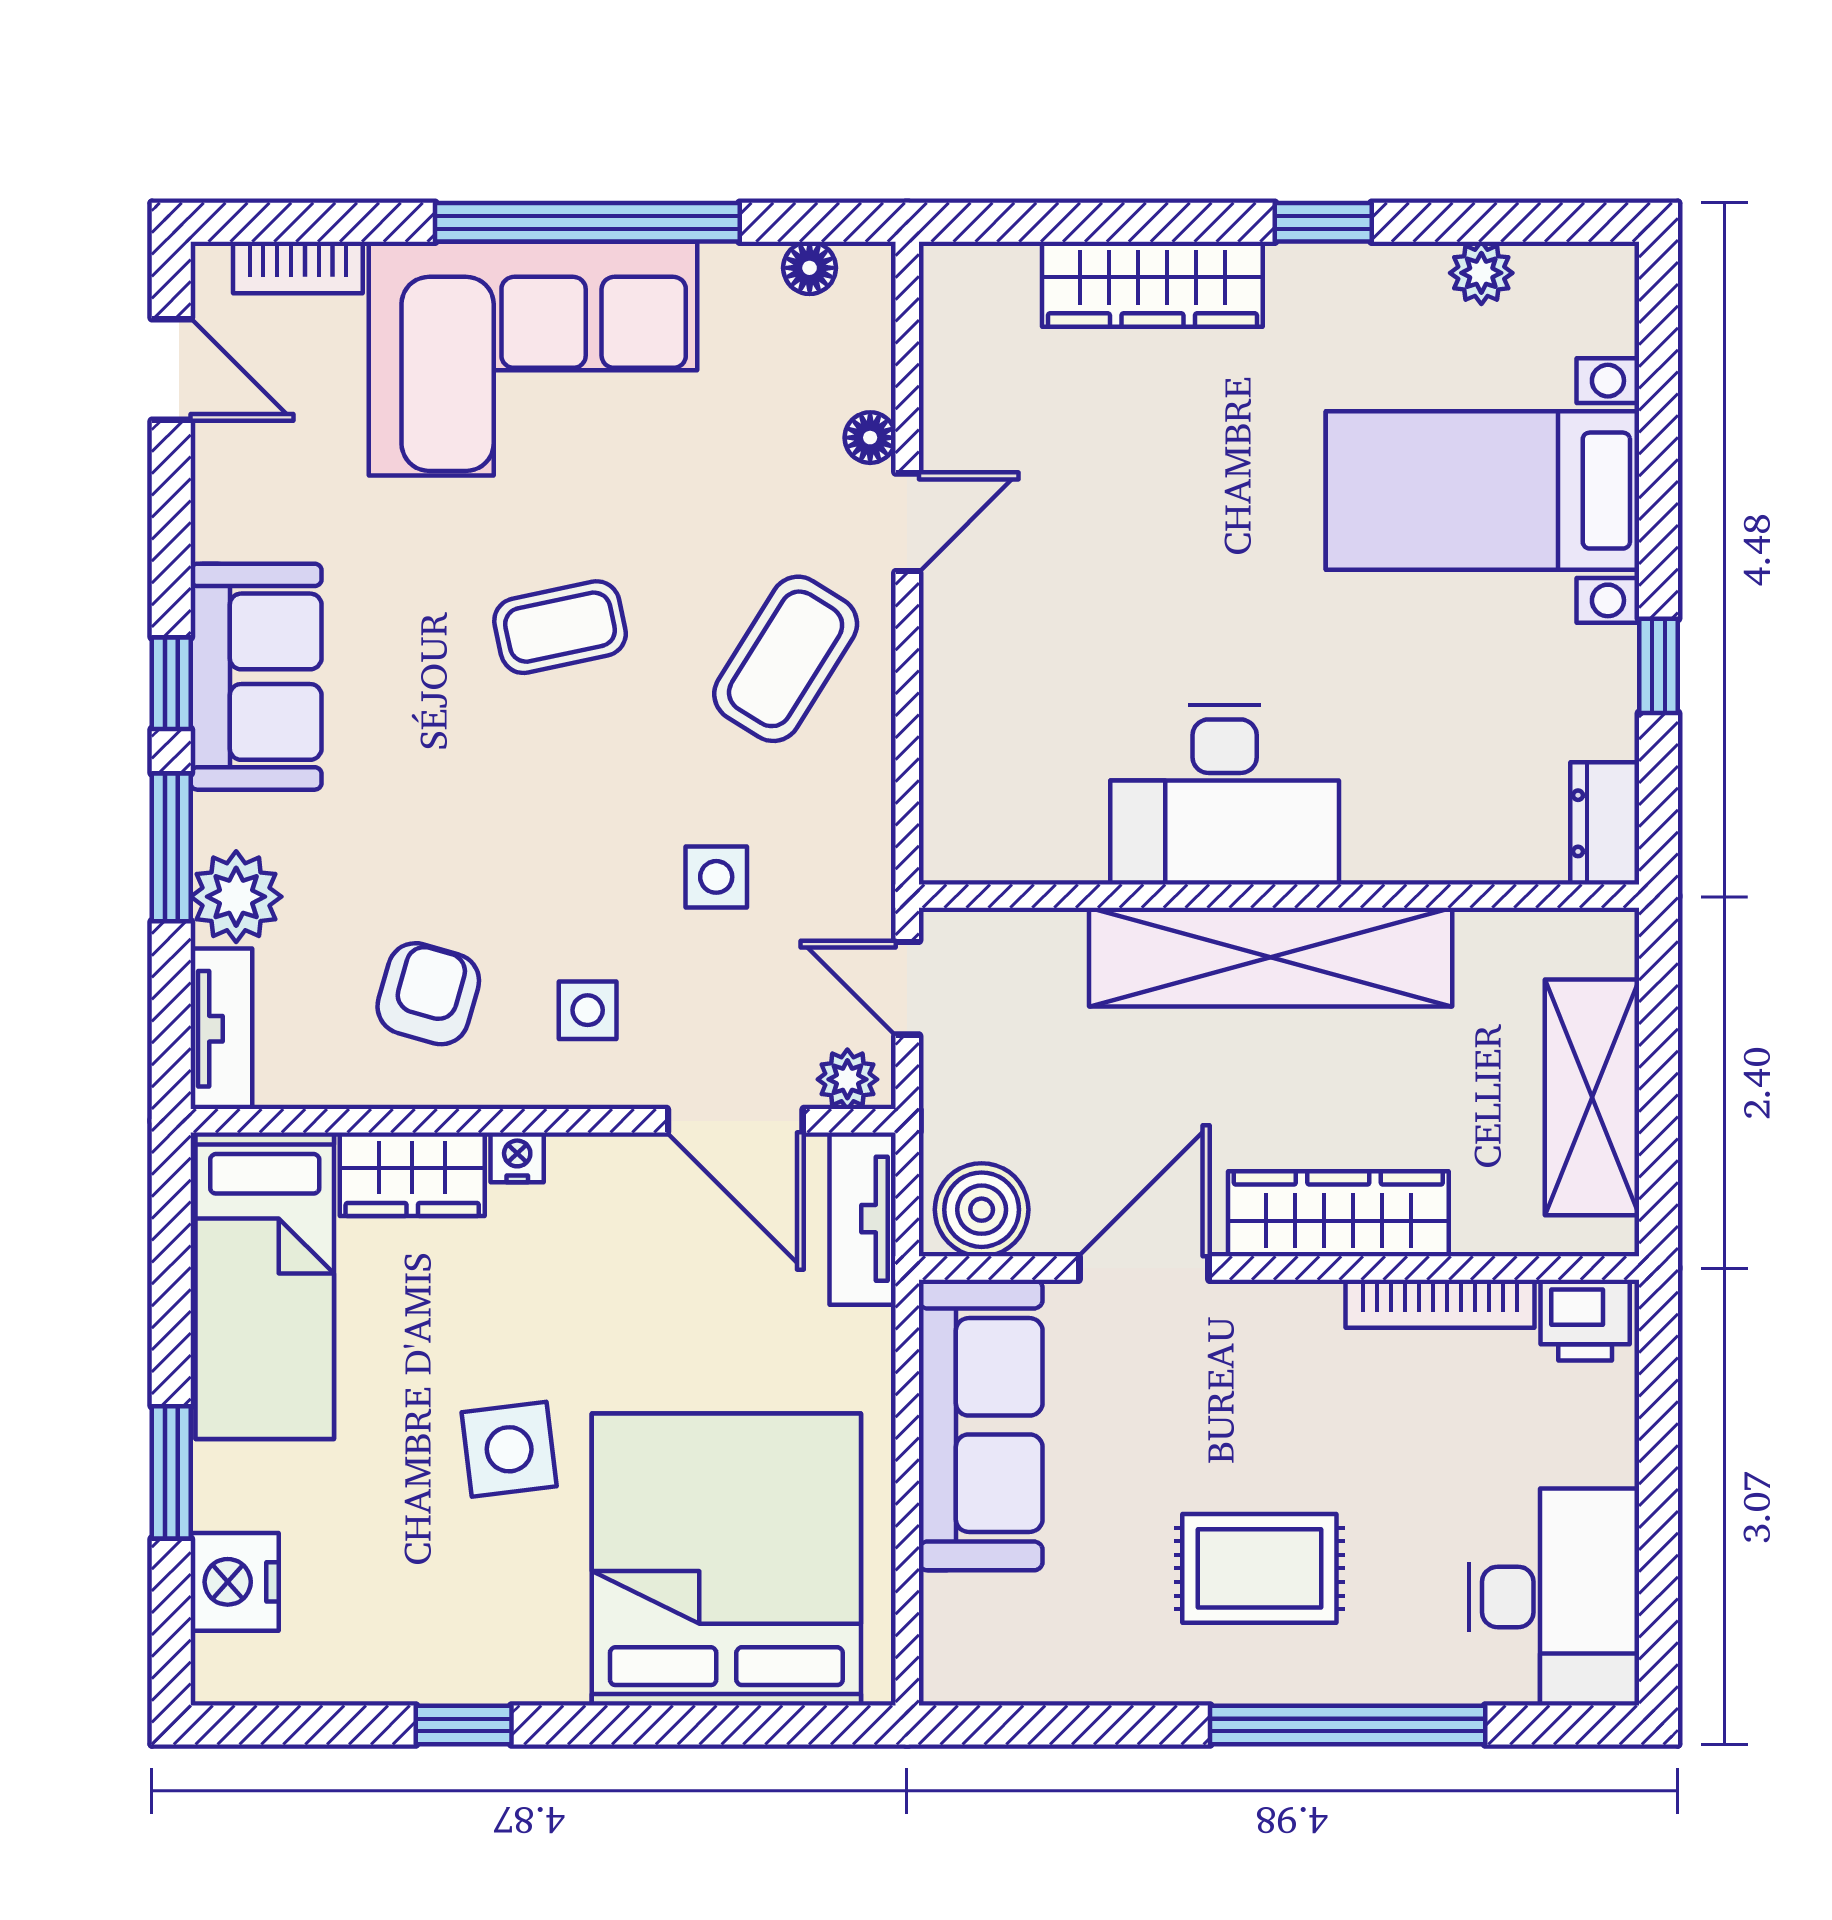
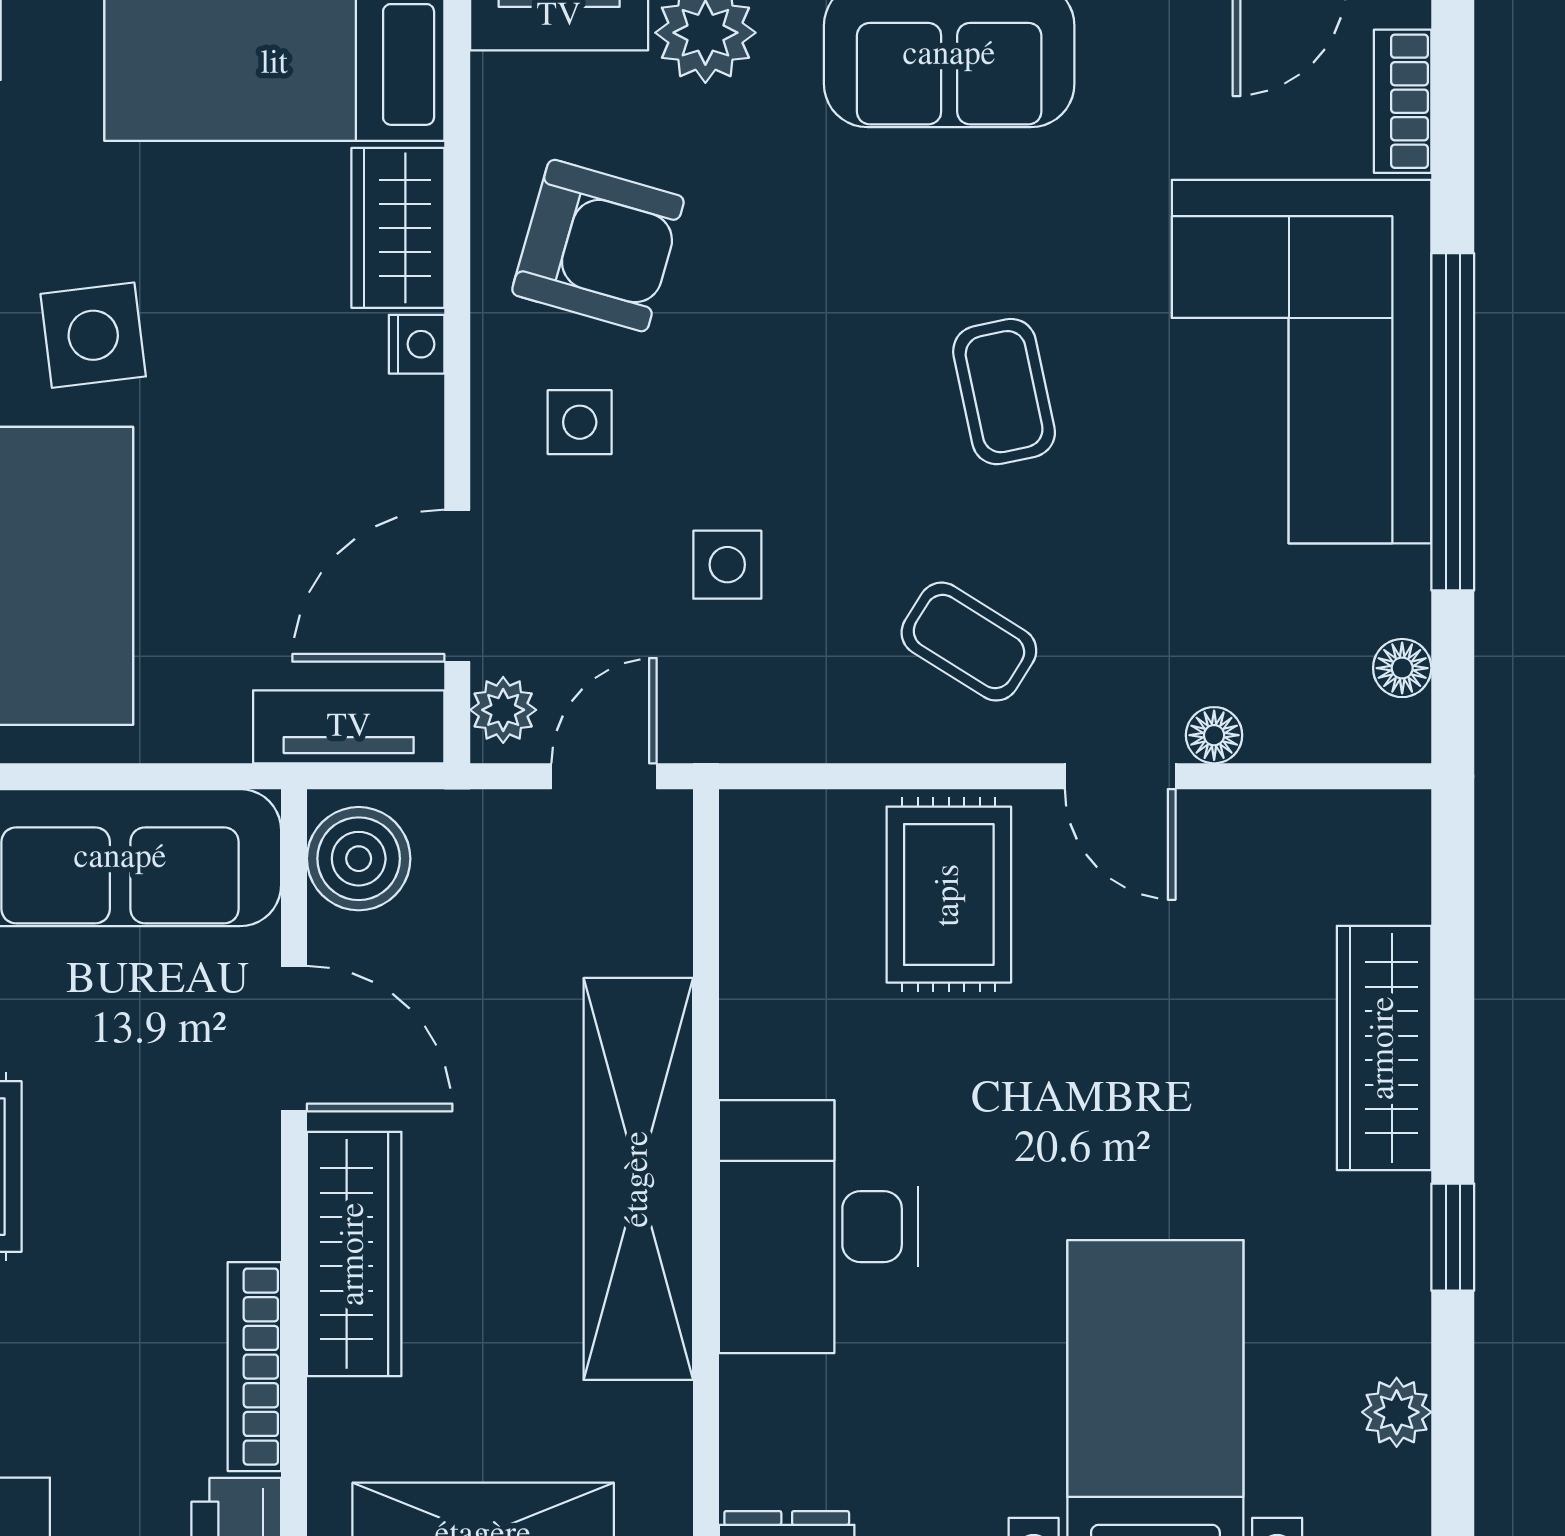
coffee table: (786, 659) -> (969, 642), width x0.73, depth x0.77
rug: (1014, 677) -> (949, 895), added
desk: (1225, 795) -> (818, 1227), moved
armchair: (428, 994) -> (598, 246), width x1.38, depth x1.38

